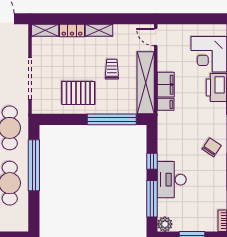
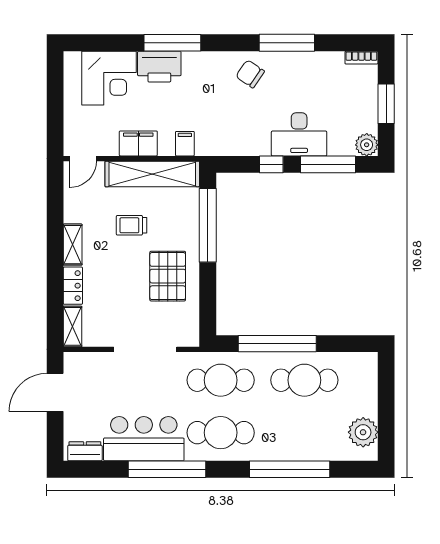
filing cabinet: (166, 85) -> (138, 143), moved

